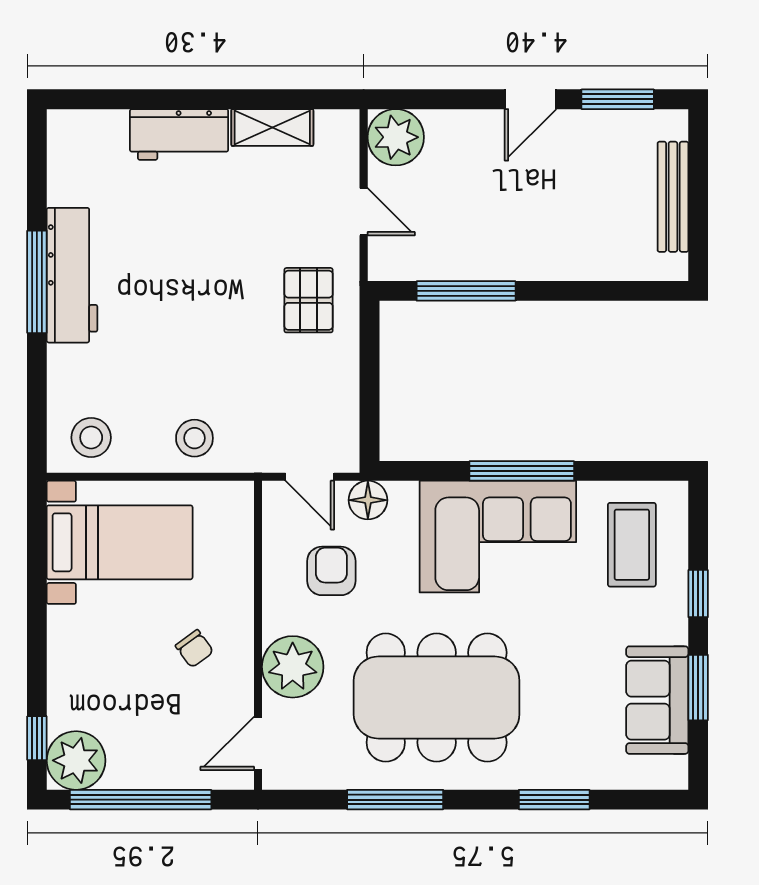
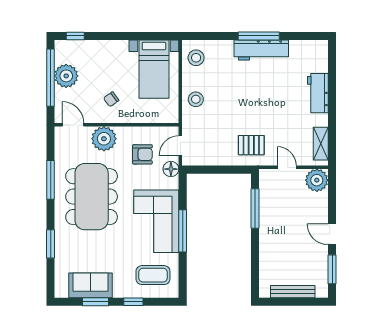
shelving: (272, 127) -> (321, 144), moved
door: (364, 212) -> (287, 167), swing flipped
plant: (76, 760) -> (66, 76), moved

